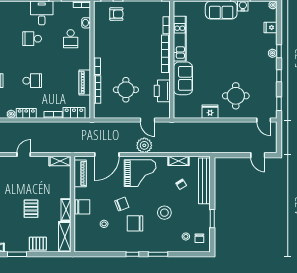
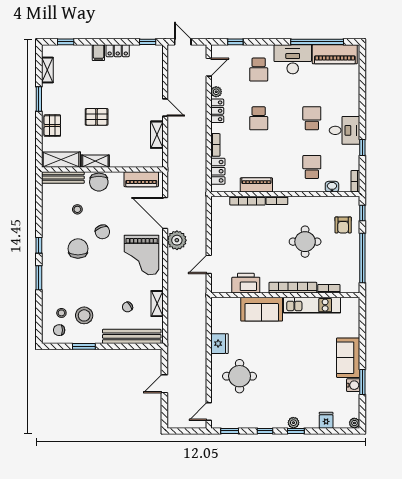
school desk: (71, 39) -> (312, 167), turned 90
round table: (126, 90) -> (305, 242), moved
plant: (144, 145) -> (177, 240), moved
door: (258, 155) -> (164, 384), moved
shelving: (60, 161) -> (157, 135), moved
stool: (164, 213) -> (84, 315), moved
bench: (79, 235) -> (63, 178), added

